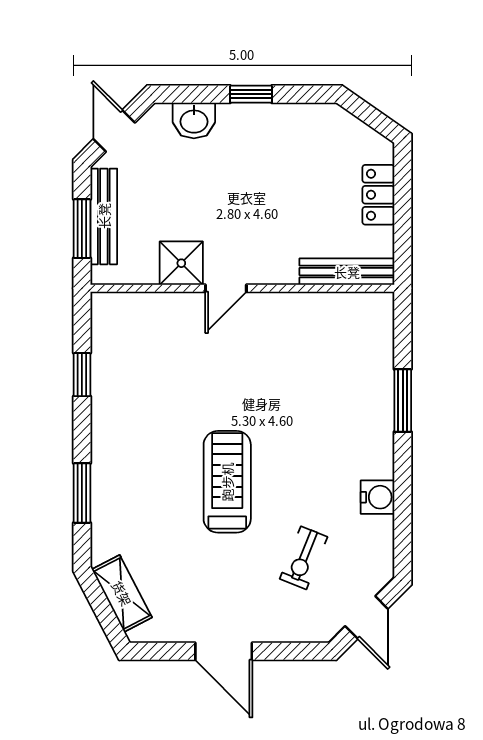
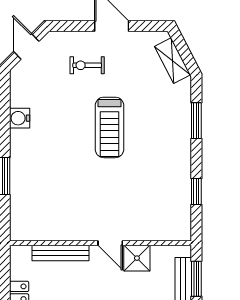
bench: (347, 272) -> (60, 253), moved
door: (226, 288) -> (110, 243), swing flipped
exercise bike: (304, 558) -> (87, 65), moved, turned -112

